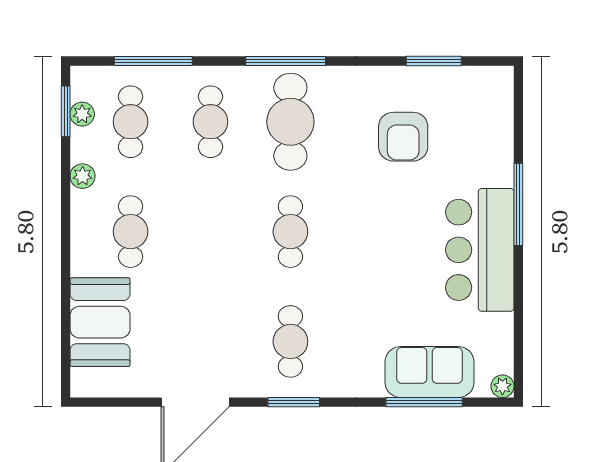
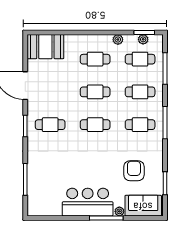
cafe table: (290, 122) -> (140, 125), width x0.73, depth x0.74
armchair: (403, 137) -> (134, 171), turned 90
cafe table: (210, 232) -> (95, 92), added
booth: (100, 322) -> (45, 47), moved
sofa: (429, 372) -> (143, 206), moved, turned -90
plant: (502, 386) -> (119, 211), moved

